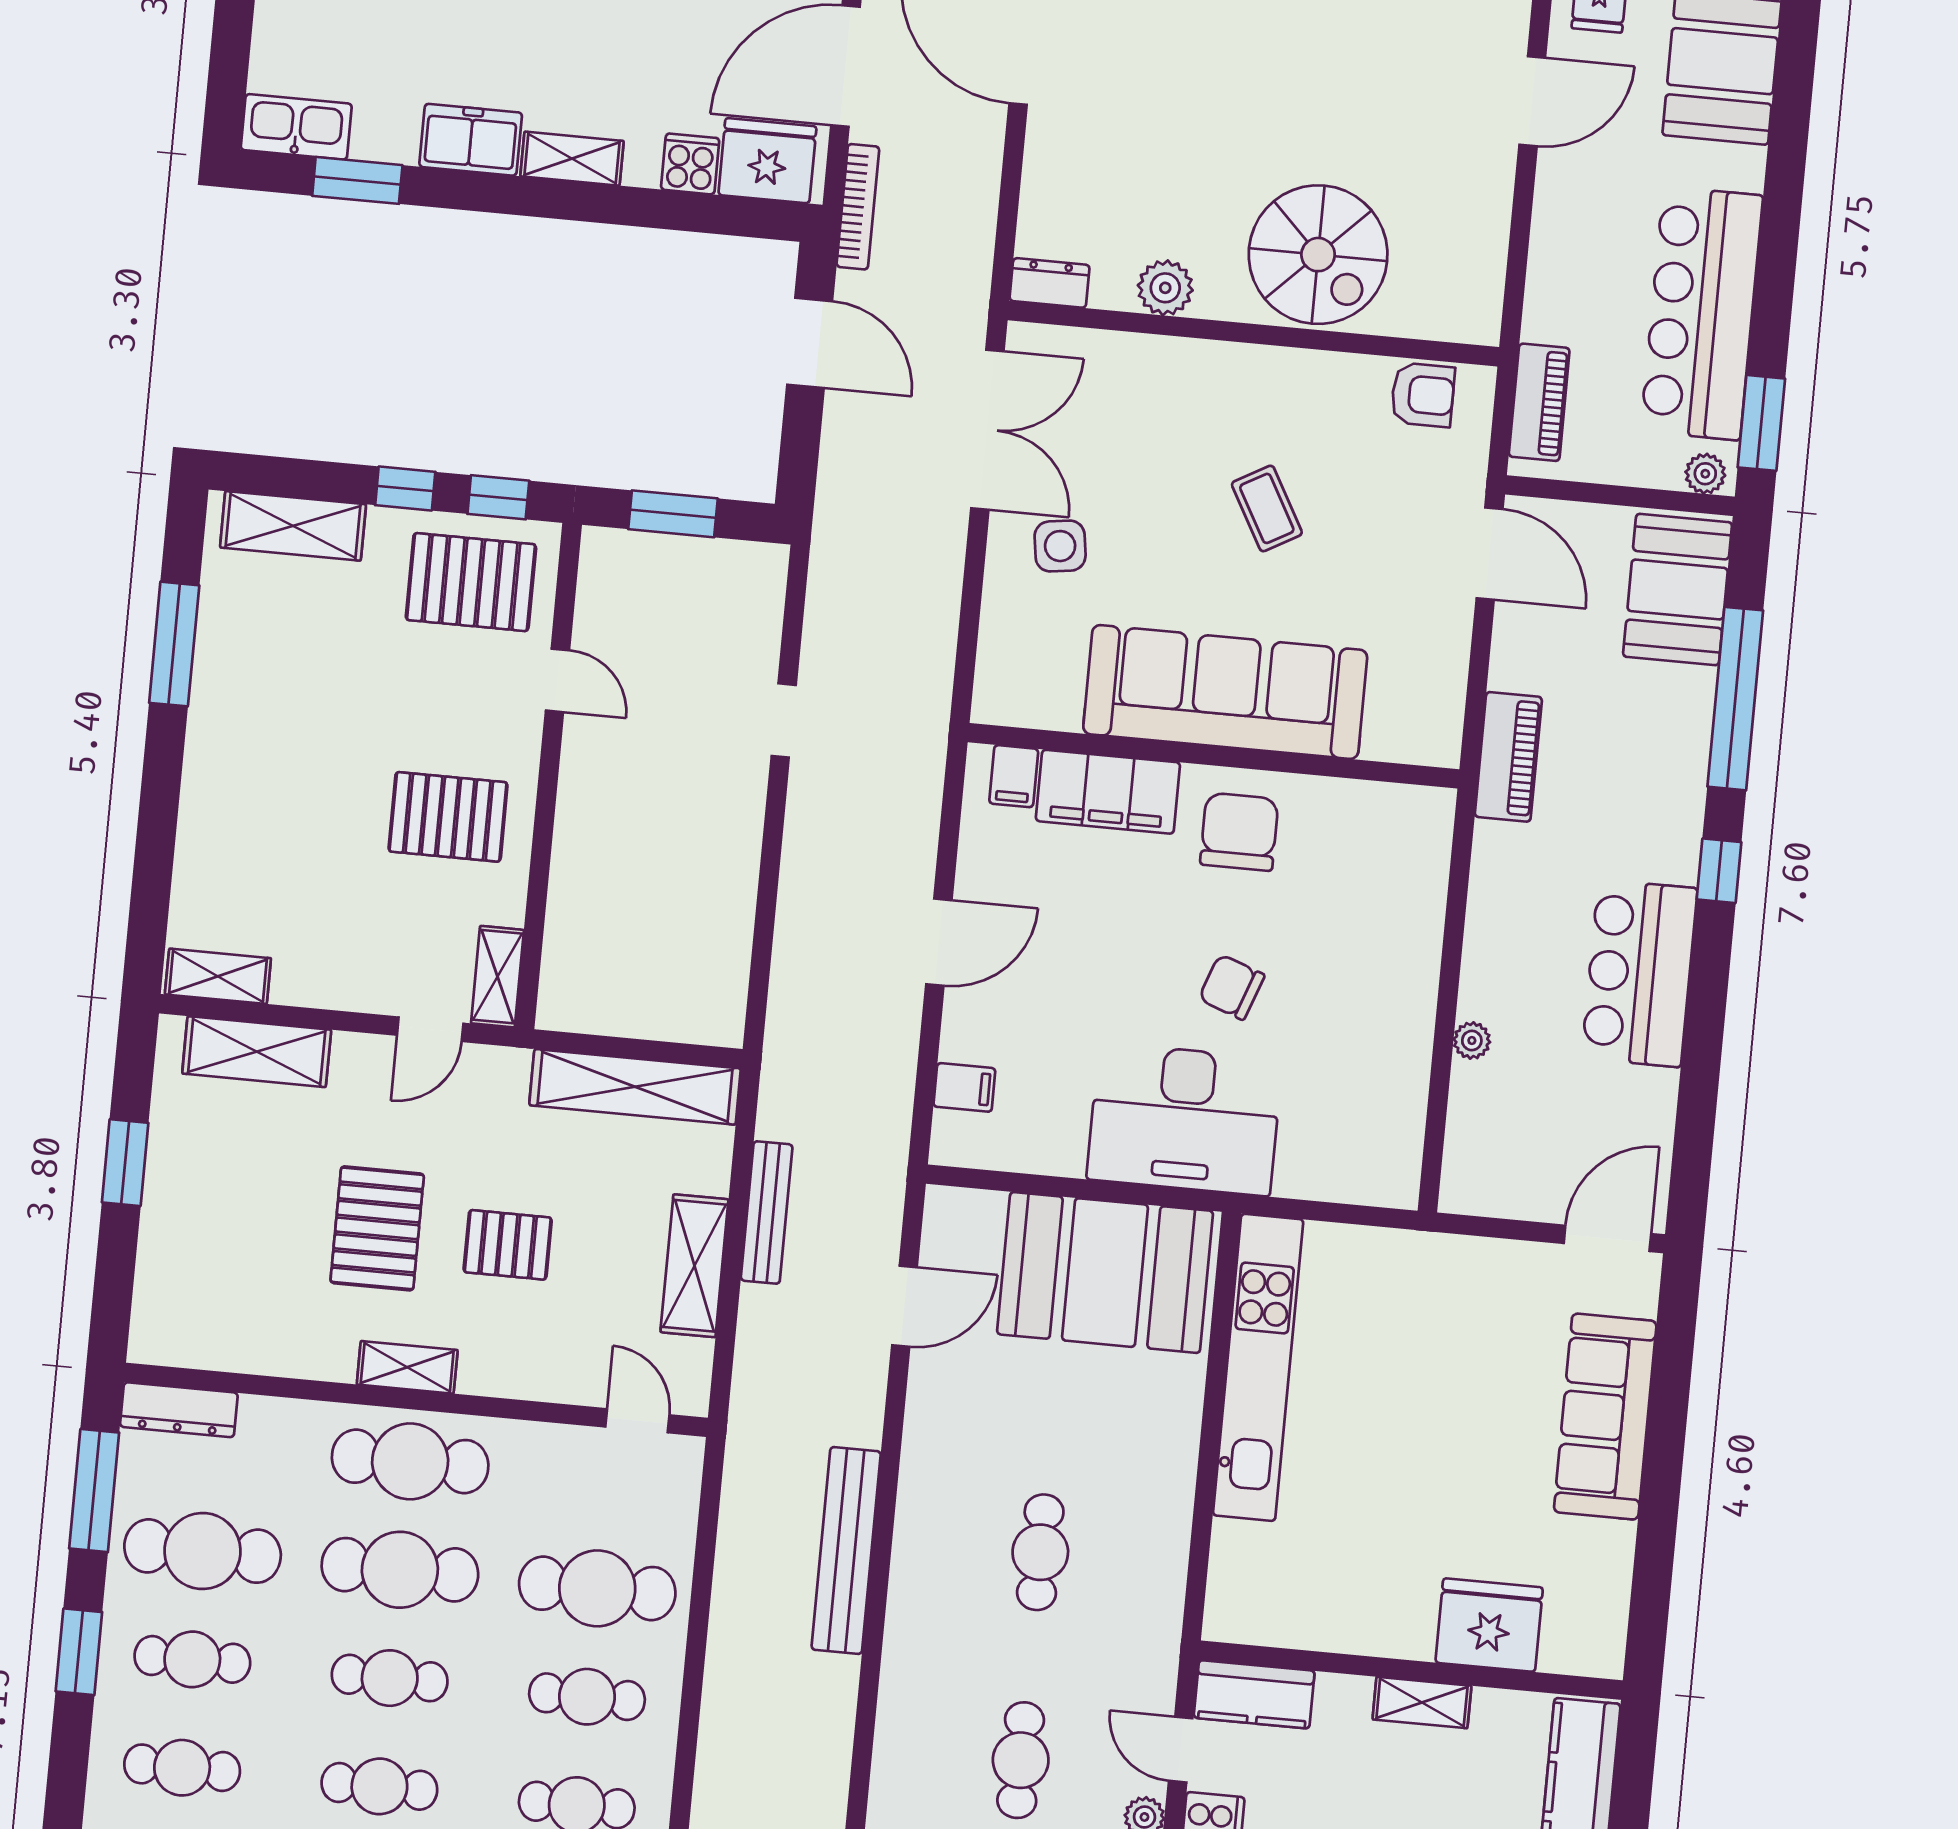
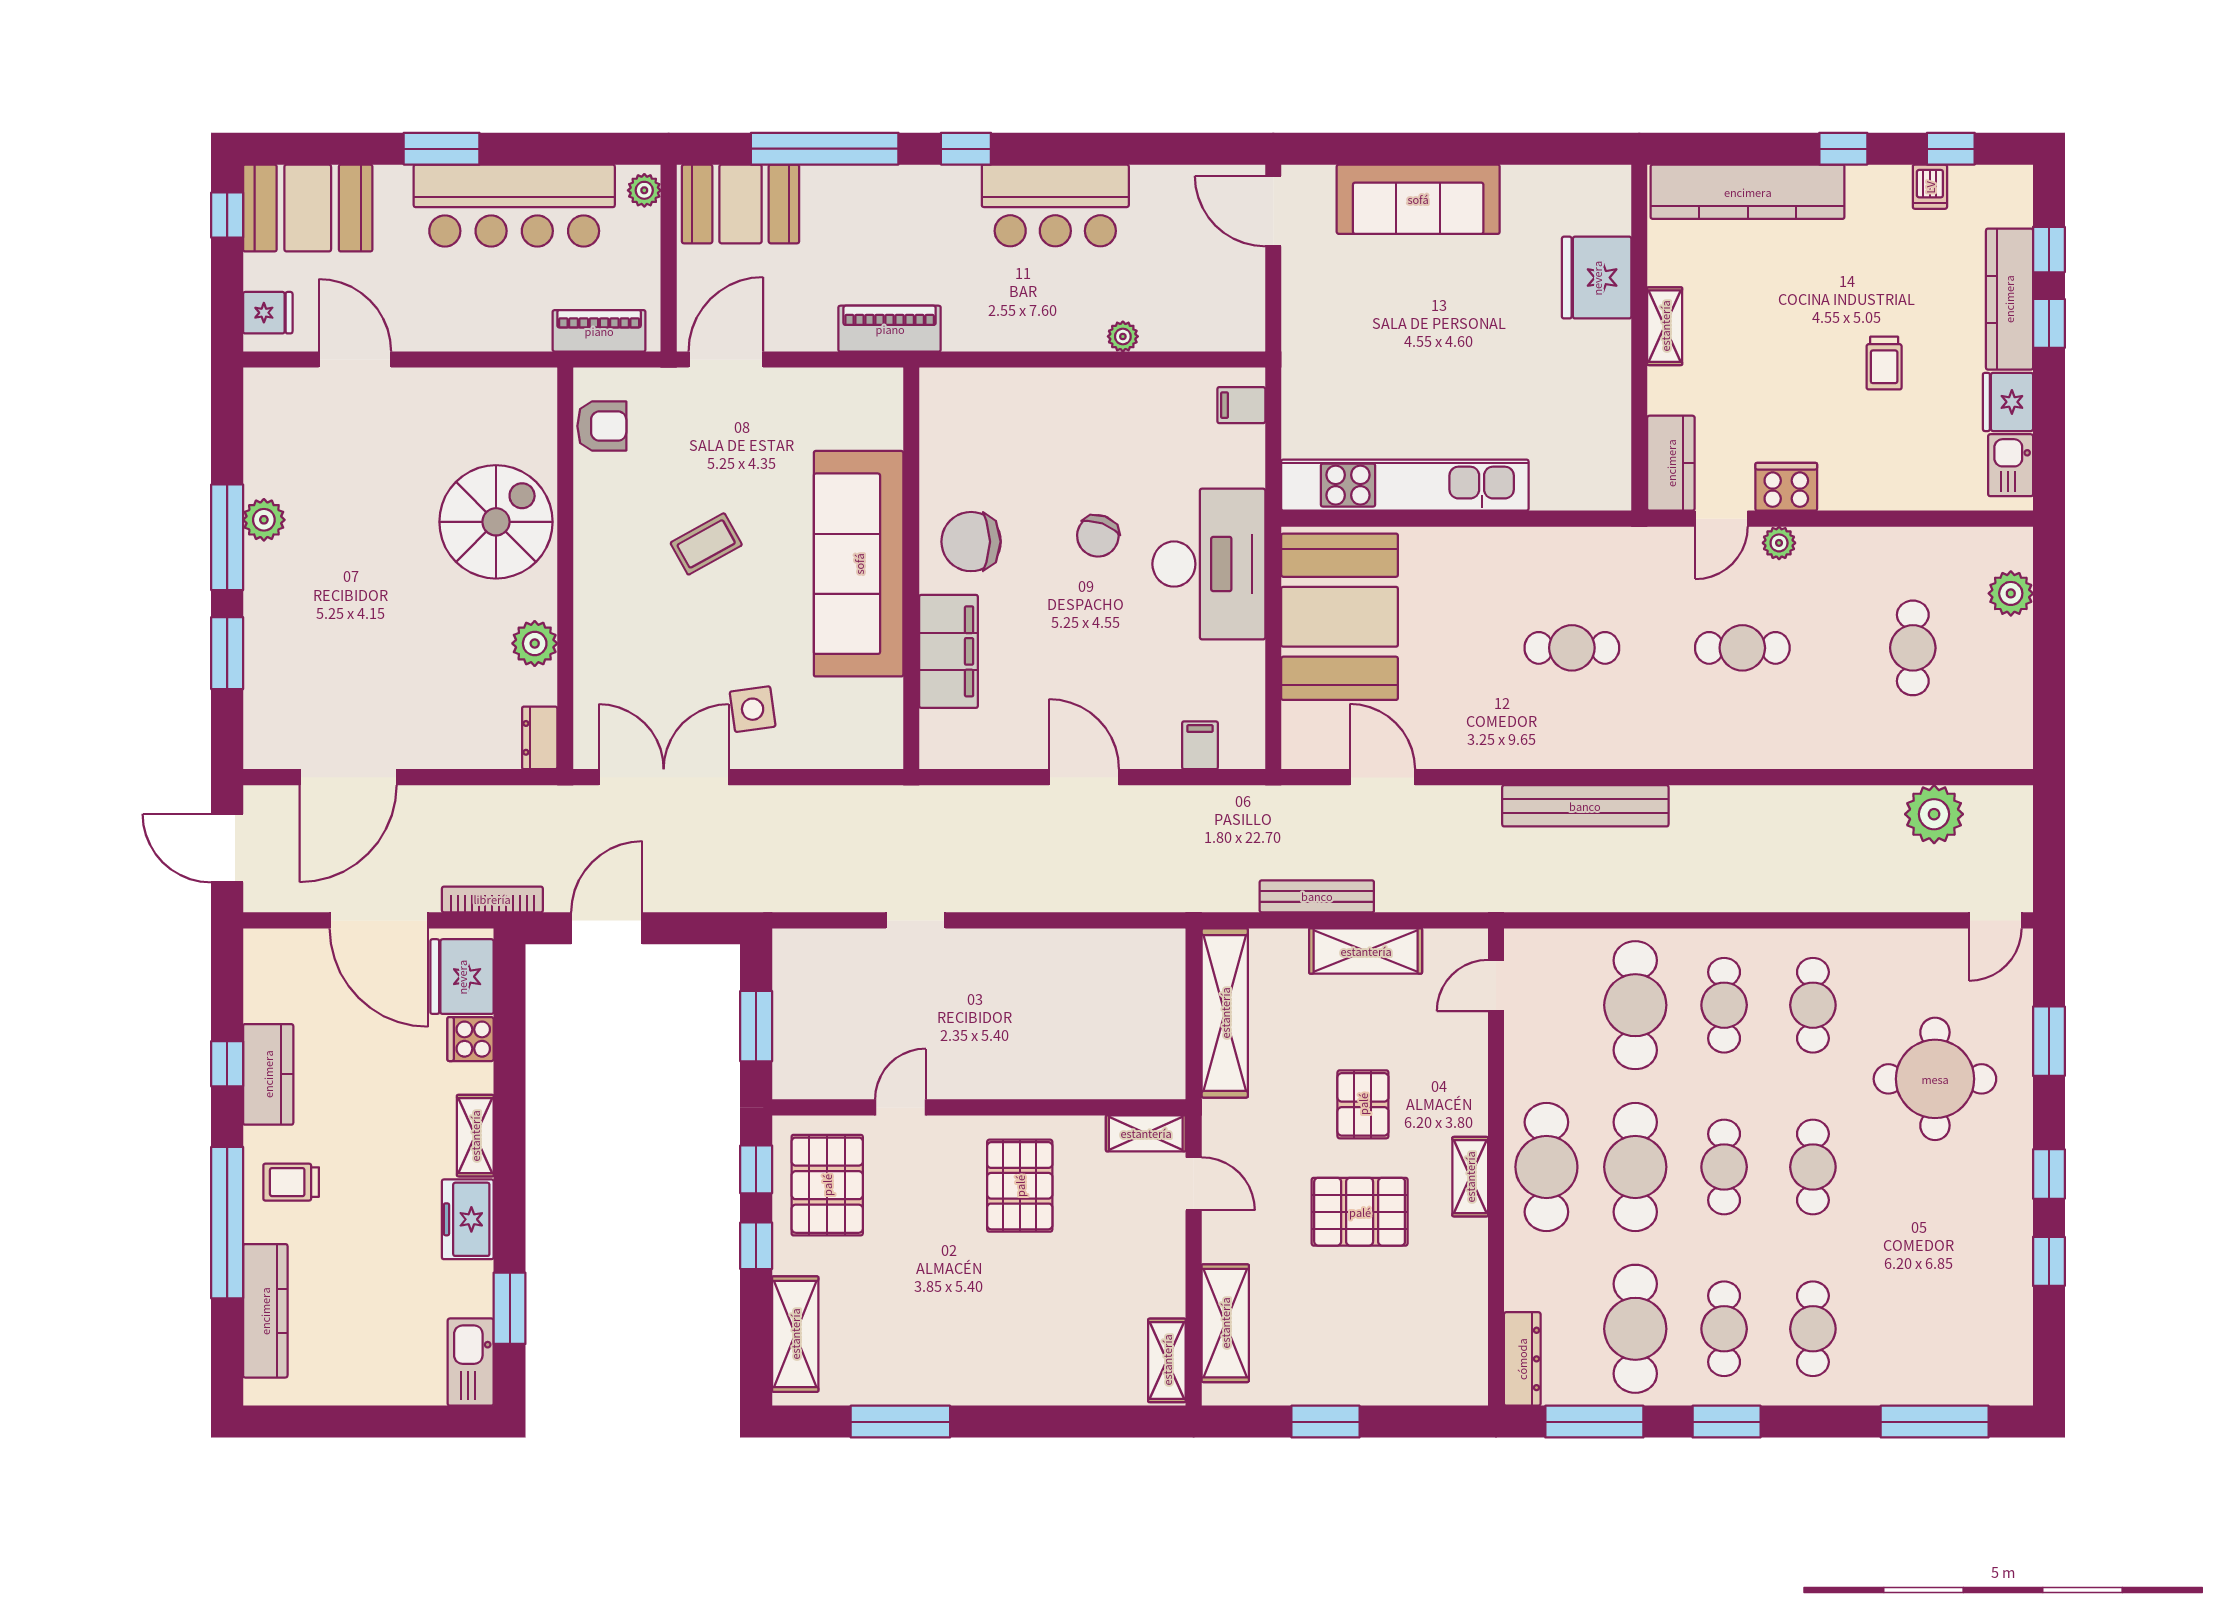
armchair: (1423, 395) -> (602, 426), turned 90
window: (1761, 423) -> (442, 149), moved
filing cabinet: (1014, 776) -> (1241, 405), moved, turned 180

